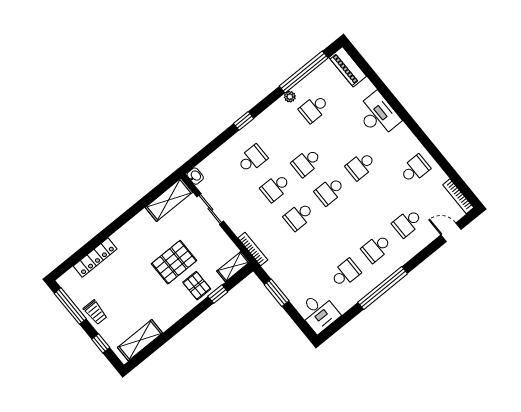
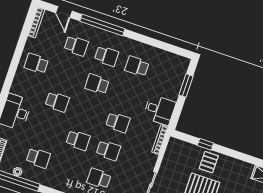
plant: (290, 97) -> (18, 172), moved
school desk: (330, 191) -> (97, 84), moved, turned 180
shelving: (233, 267) -> (180, 146), removed
window: (383, 288) -> (102, 25), moved
window: (277, 293) -> (186, 86), moved
desk: (319, 312) -> (160, 110), moved, turned 90

